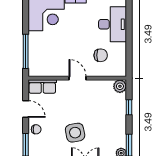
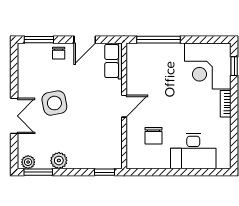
plant: (120, 86) -> (59, 160), moved
window: (129, 107) -> (105, 172), moved

